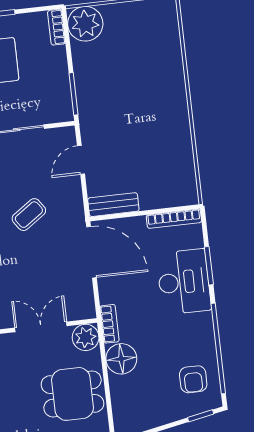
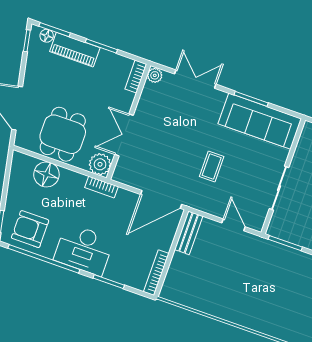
coffee table: (29, 215) -> (212, 167), turned 35
desk: (184, 282) -> (84, 249), moved
double door: (41, 327) -> (124, 135), swing flipped
floor lamp: (121, 359) -> (46, 174), moved
armchair: (193, 379) -> (30, 229), width x1.38, depth x1.38

